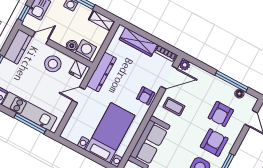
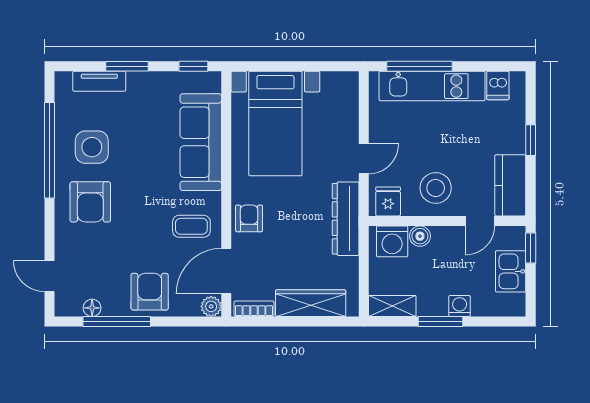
armchair: (221, 114) -> (150, 292), moved

